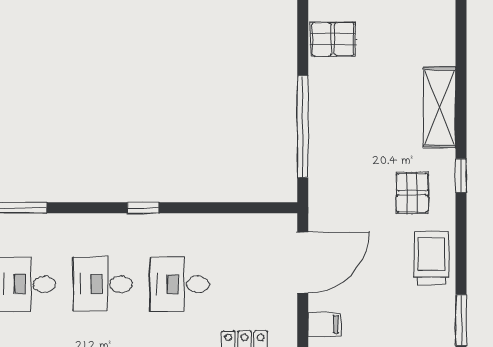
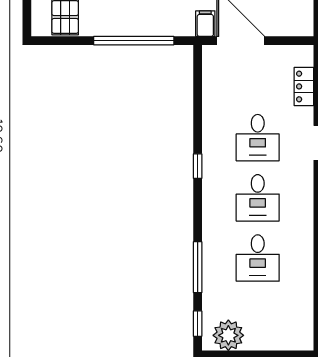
filing cabinet: (324, 324) -> (205, 24), moved

